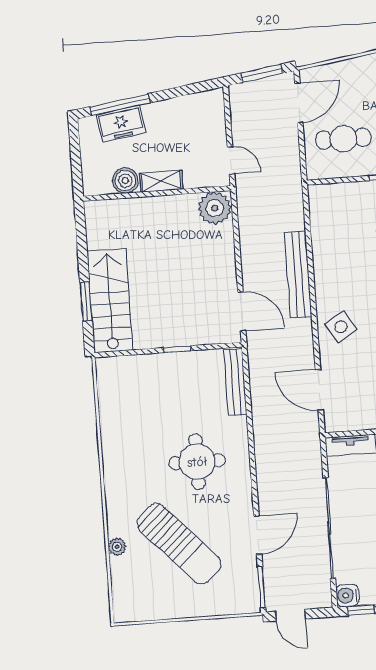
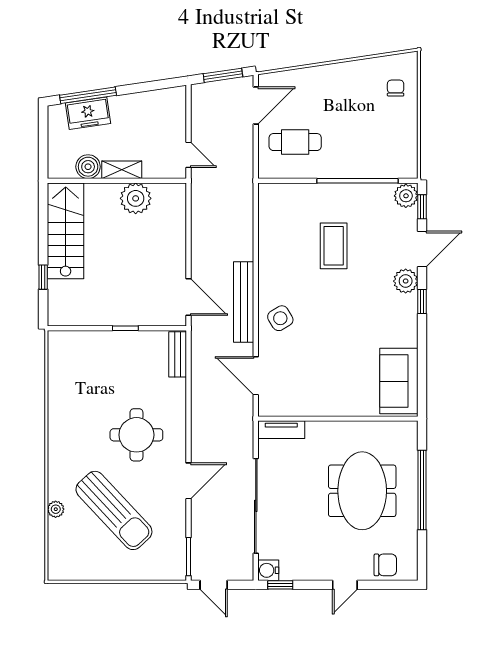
plant: (215, 208) -> (136, 198), moved
bench: (298, 275) -> (244, 302), moved
window: (86, 301) -> (43, 277), width x0.67
stairs: (110, 301) -> (66, 231), moved
bench: (235, 382) -> (178, 354), width x0.73
door: (258, 535) -> (188, 481), moved

